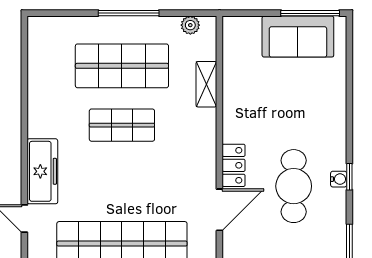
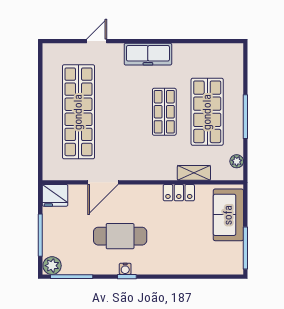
sofa: (298, 37) -> (228, 215), moved
locker: (234, 165) -> (179, 193), moved
freezer: (42, 171) -> (148, 54), moved
door: (219, 210) -> (103, 182), hinge flipped

